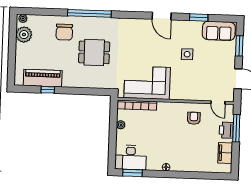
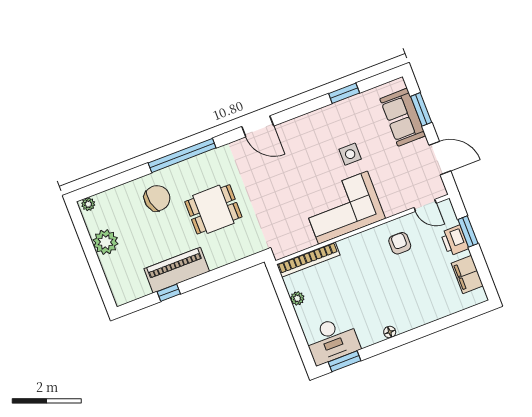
door: (162, 16) -> (258, 126), moved
sofa: (219, 31) -> (403, 117), moved, turned 90
chair: (64, 32) -> (157, 198), turned -102
plant: (24, 35) -> (105, 242), moved
piano: (43, 78) -> (177, 270), moved
corner sofa: (147, 83) -> (343, 208), moved
window: (236, 128) -> (468, 232), width x0.69

